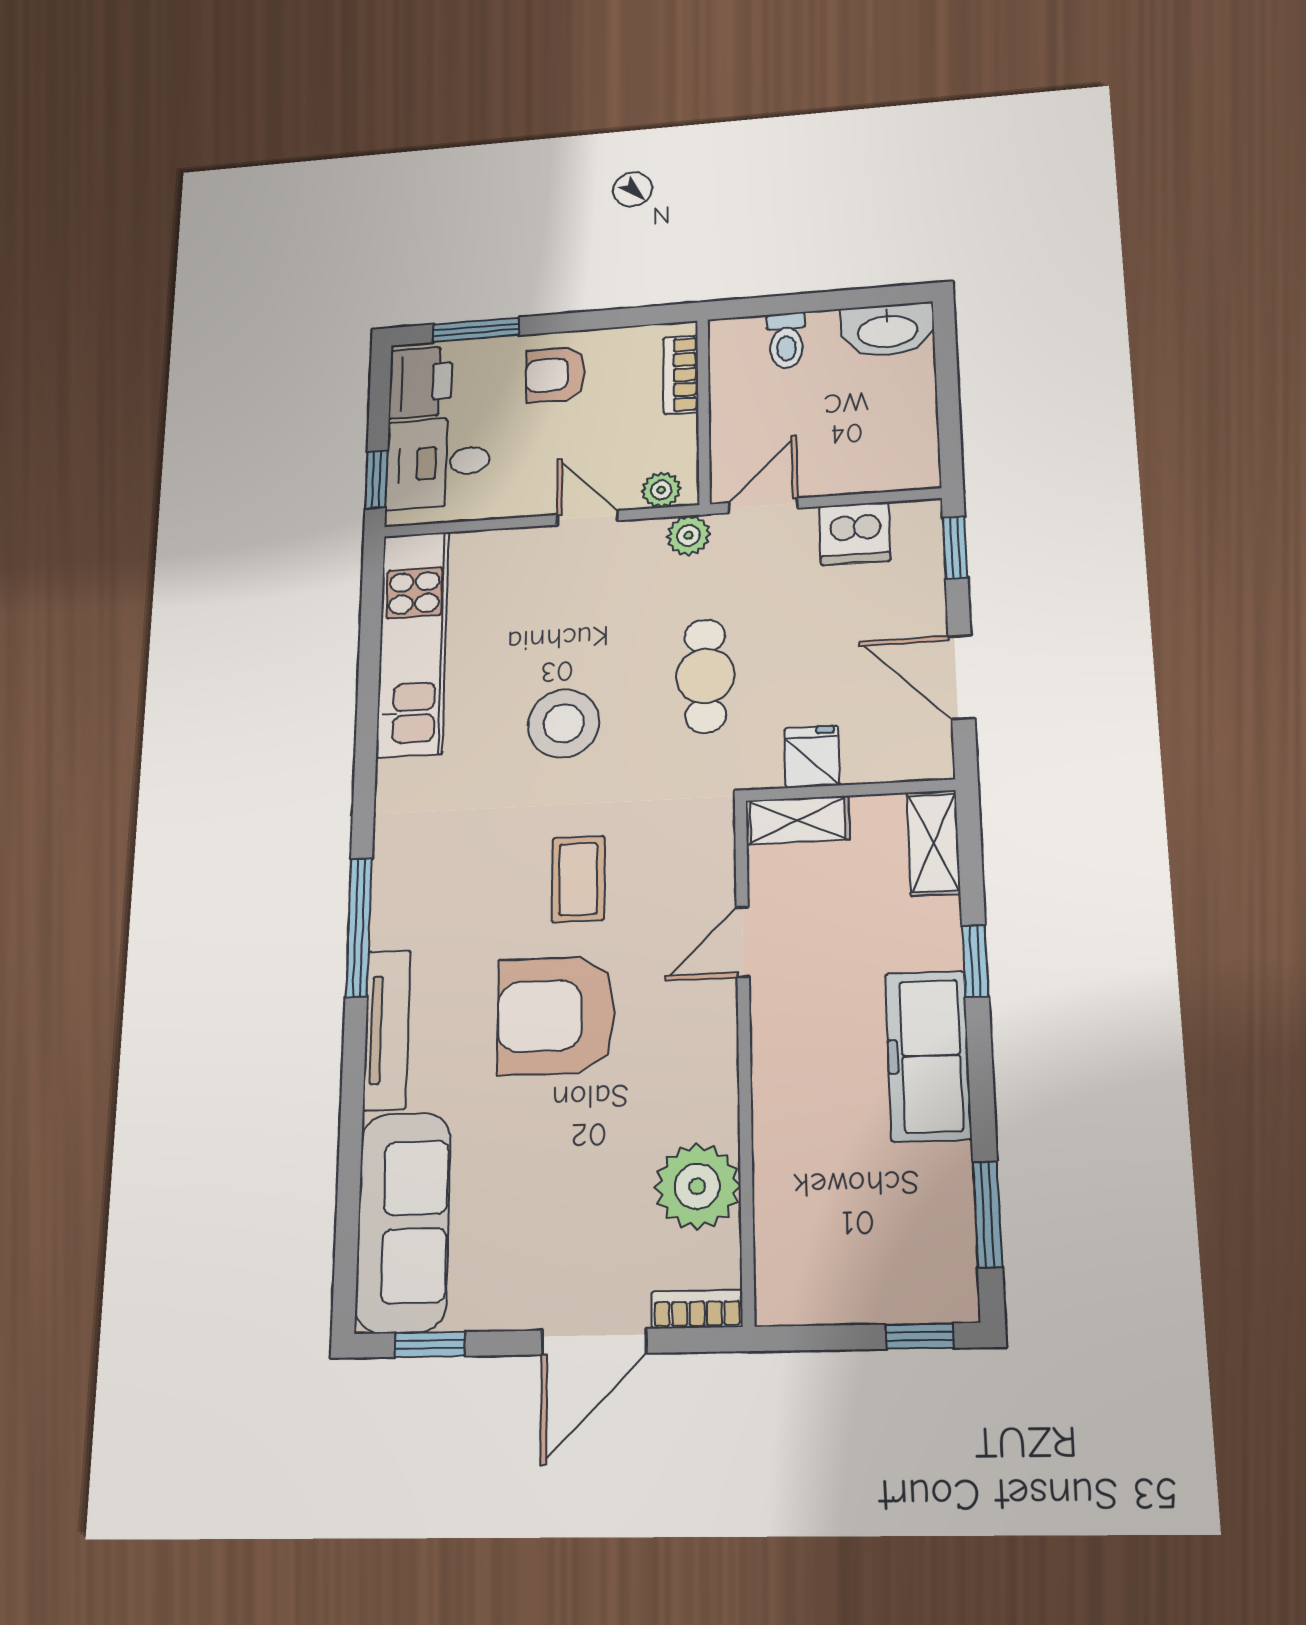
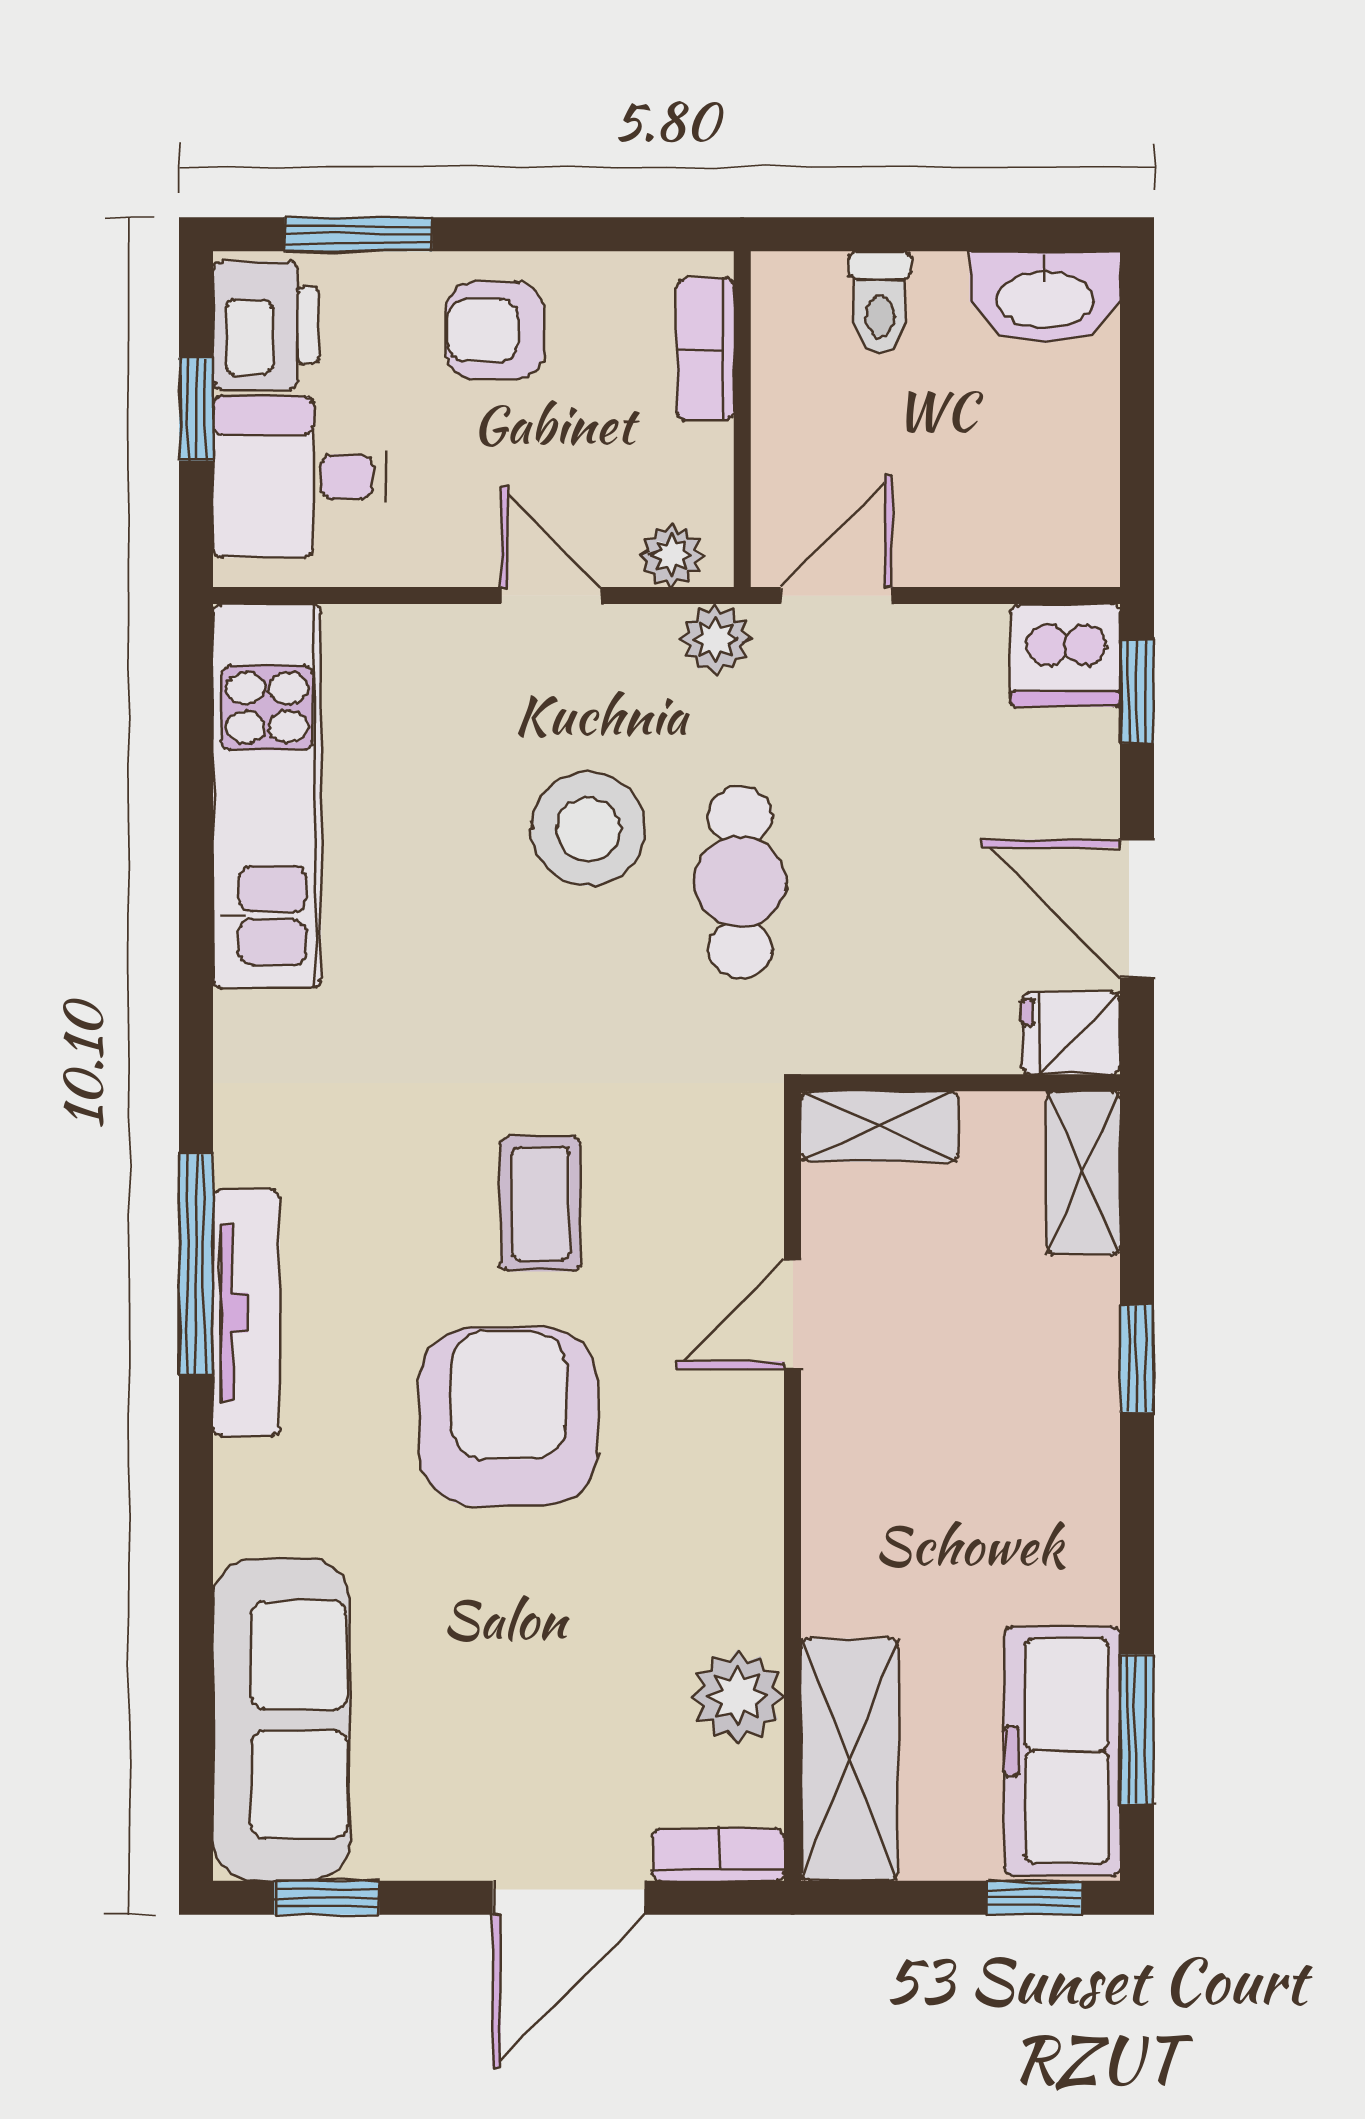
window: (376, 480) -> (196, 409), moved
dishwasher: (855, 533) -> (1065, 655), moved
stool: (564, 723) -> (588, 829), moved
fridge: (812, 757) -> (1071, 1033), moved, turned -90
armchair: (556, 1016) -> (508, 1417), turned 90
tv unit: (387, 1030) -> (246, 1313), moved
freezer: (928, 1056) -> (1062, 1751), moved
plant: (697, 1186) -> (738, 1696), width x0.73, depth x0.73
shelving: (787, 1240) -> (849, 1760), added

